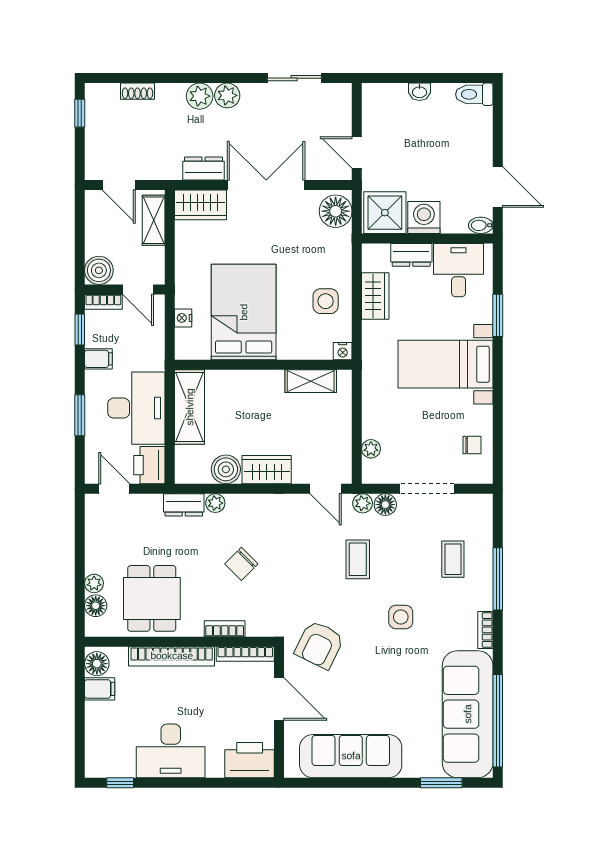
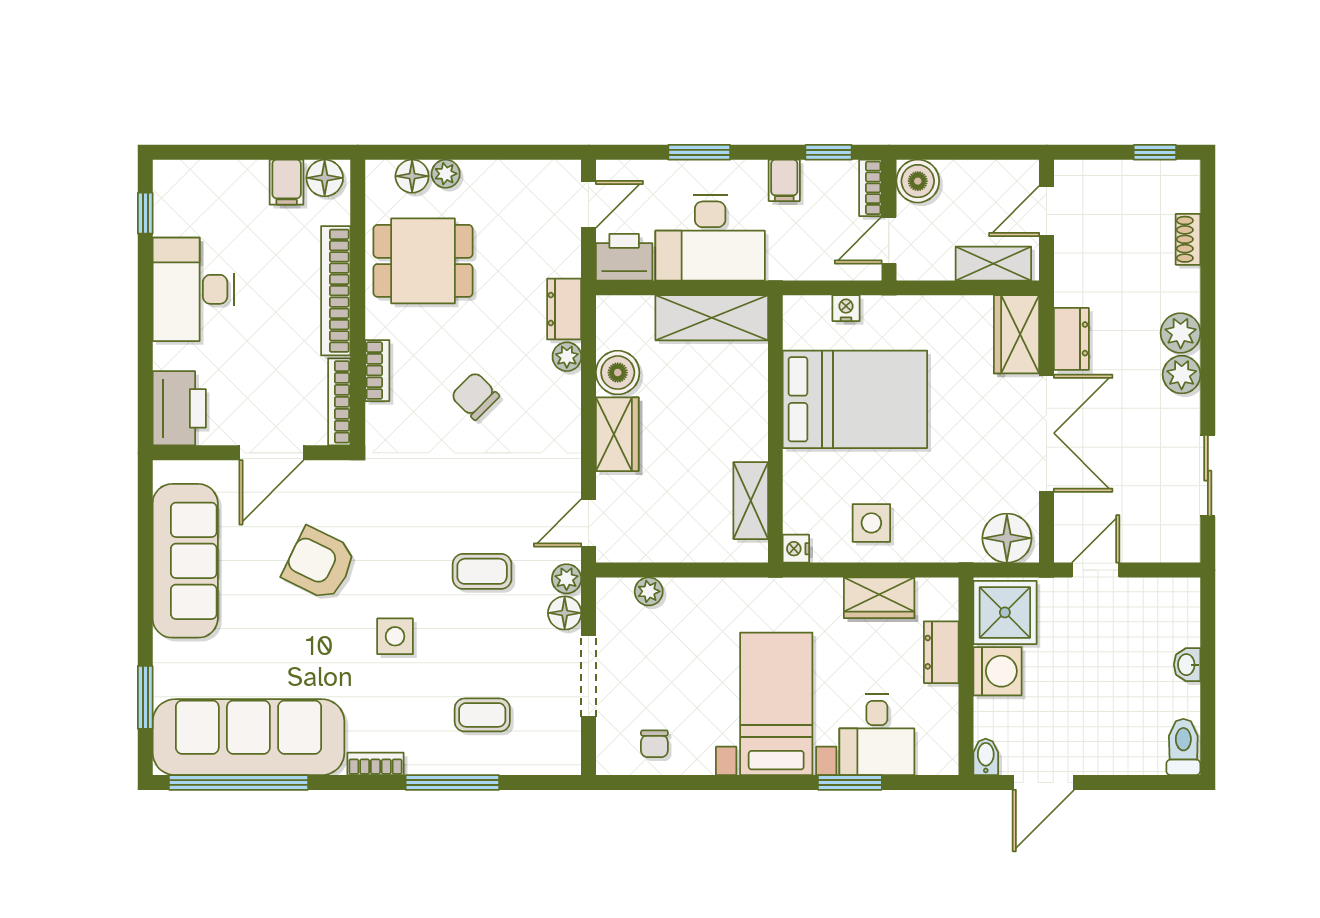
desk: (459, 270) -> (877, 735), moved, turned 90
armchair: (319, 645) -> (319, 564), moved

